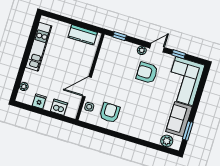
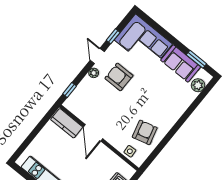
kitchen counter: (83, 35) -> (67, 123), moved, turned 90
armchair: (147, 73) -> (119, 77), turned 90
door: (87, 87) -> (93, 133), moved
armchair: (110, 113) -> (145, 132), turned 75

